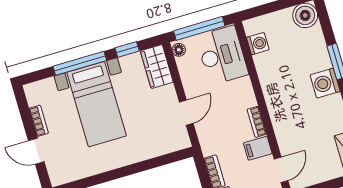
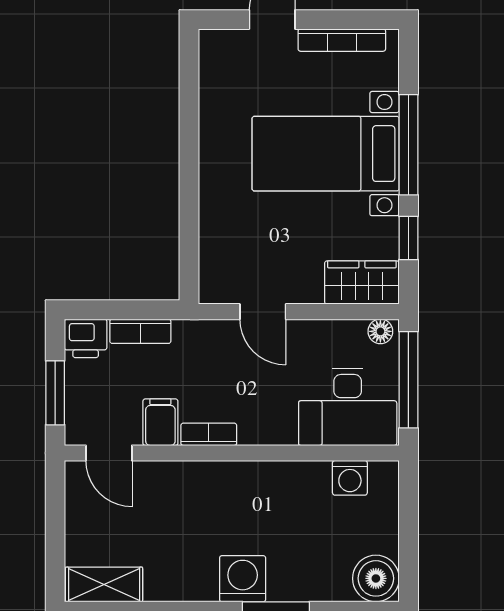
bookcase: (39, 121) -> (342, 40), width x1.56

